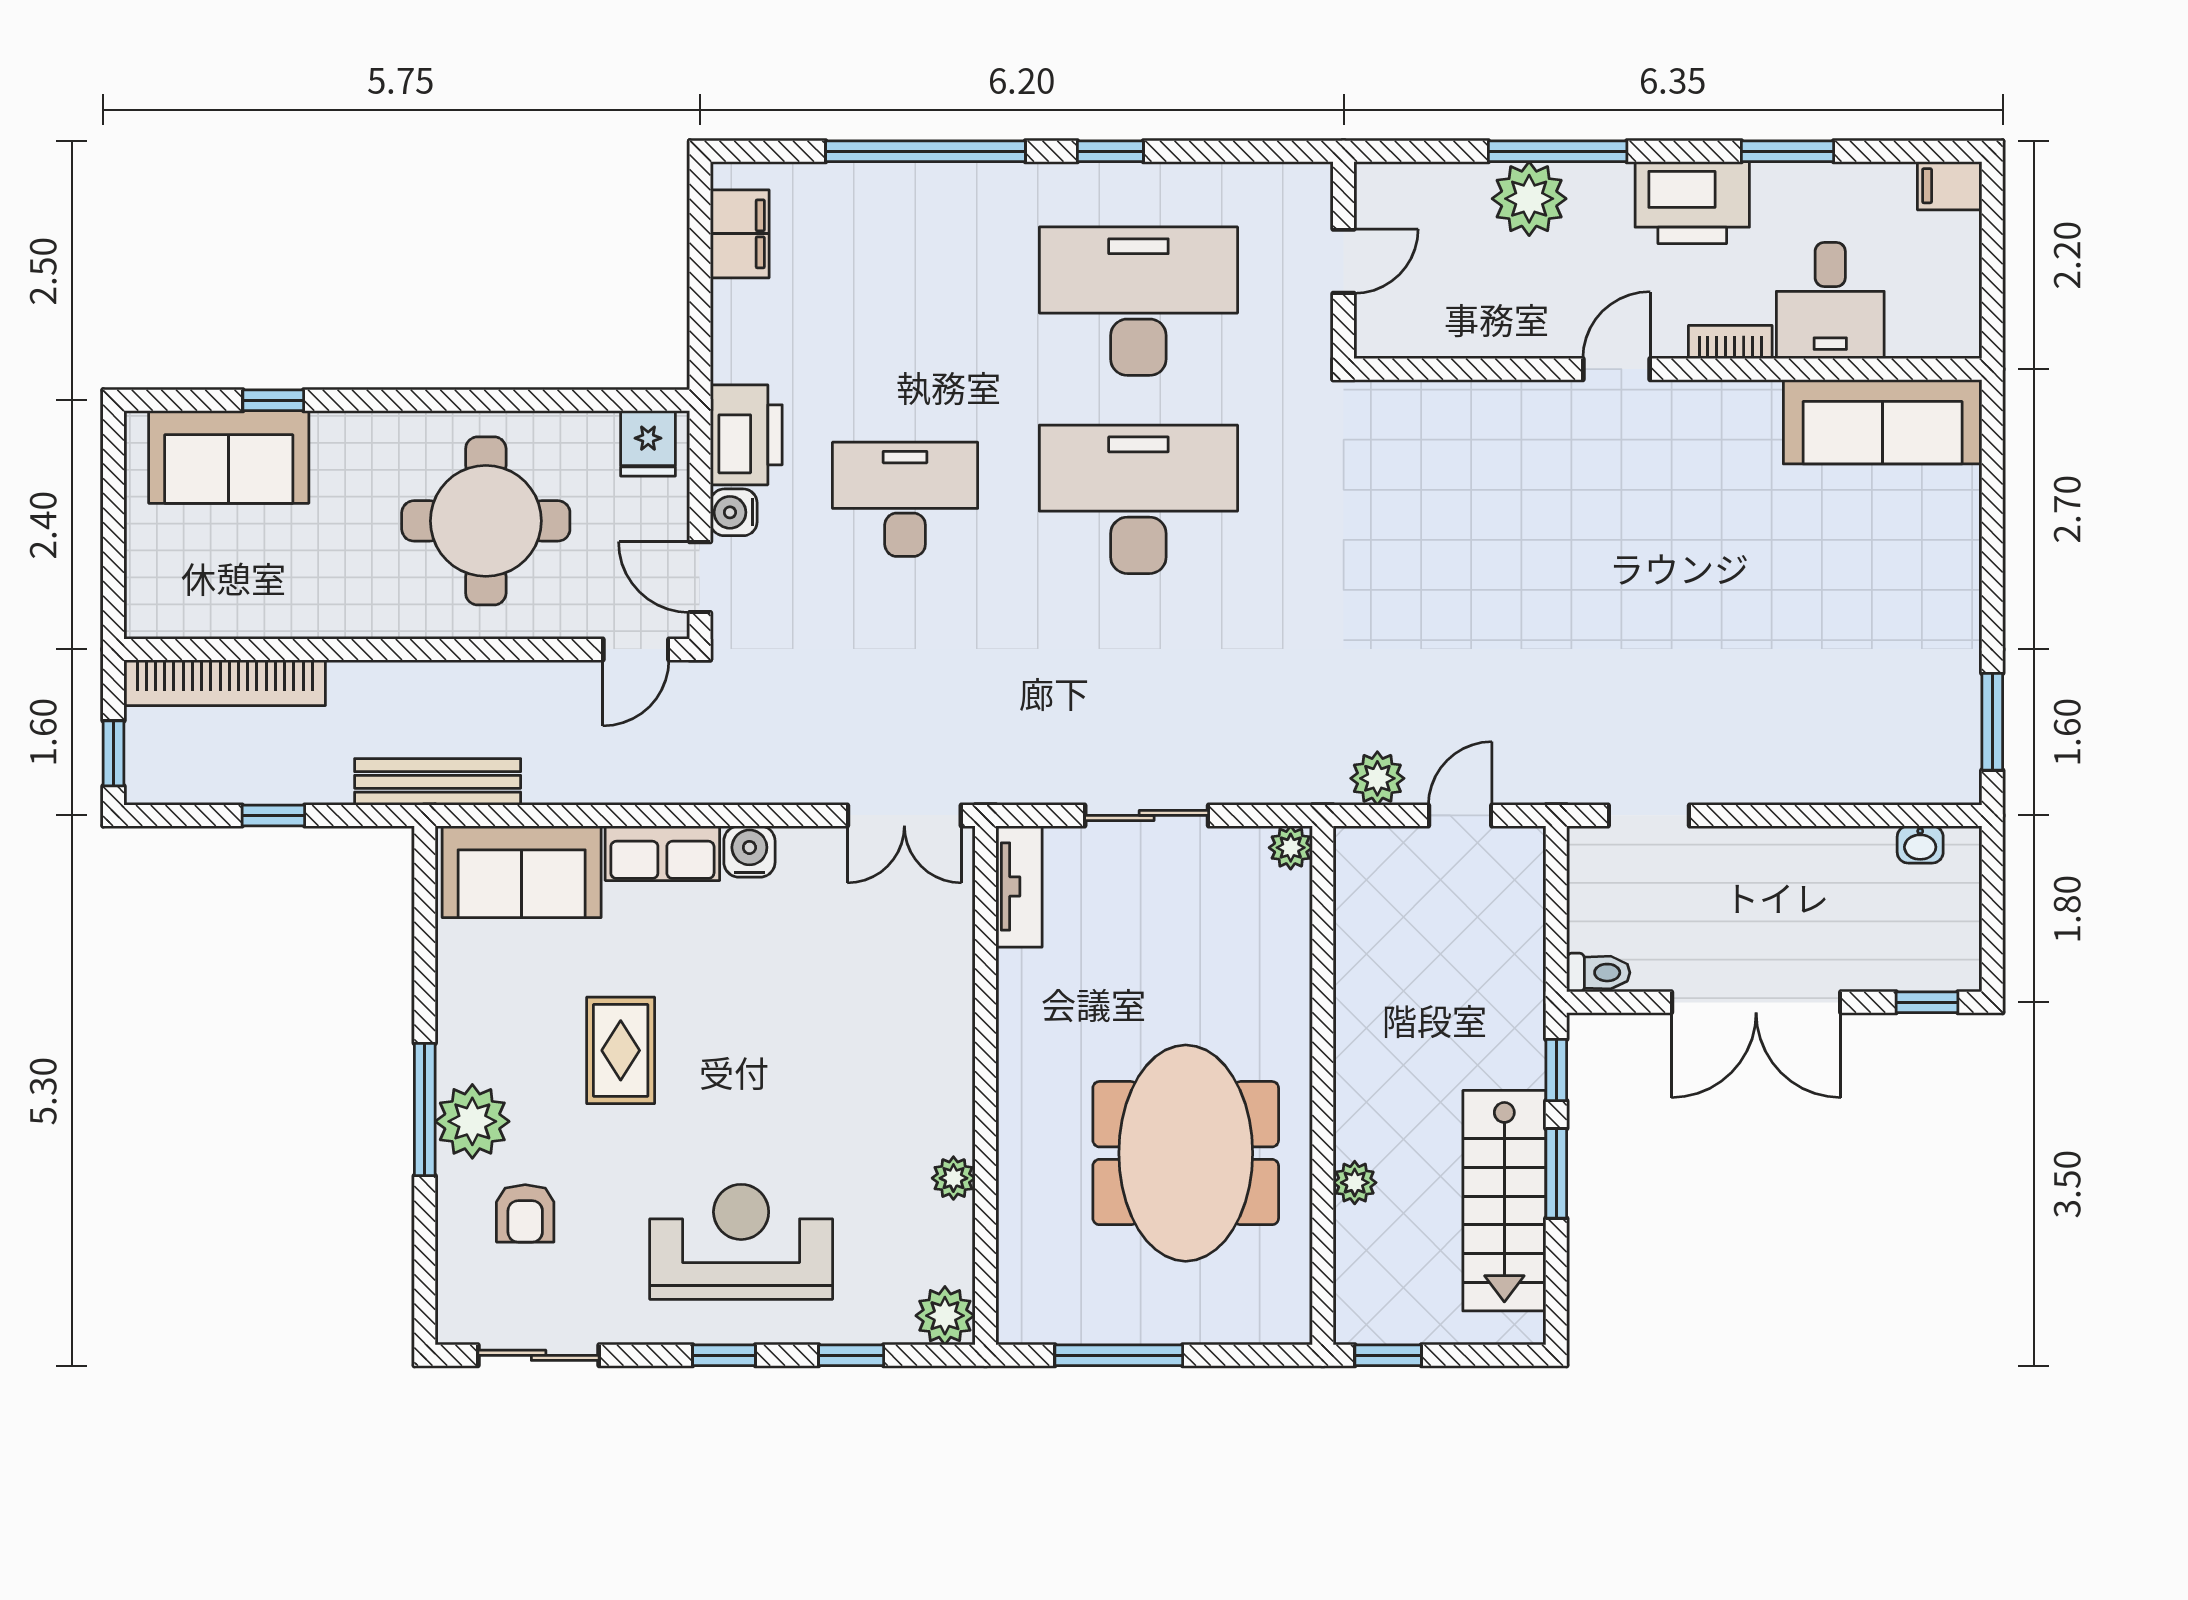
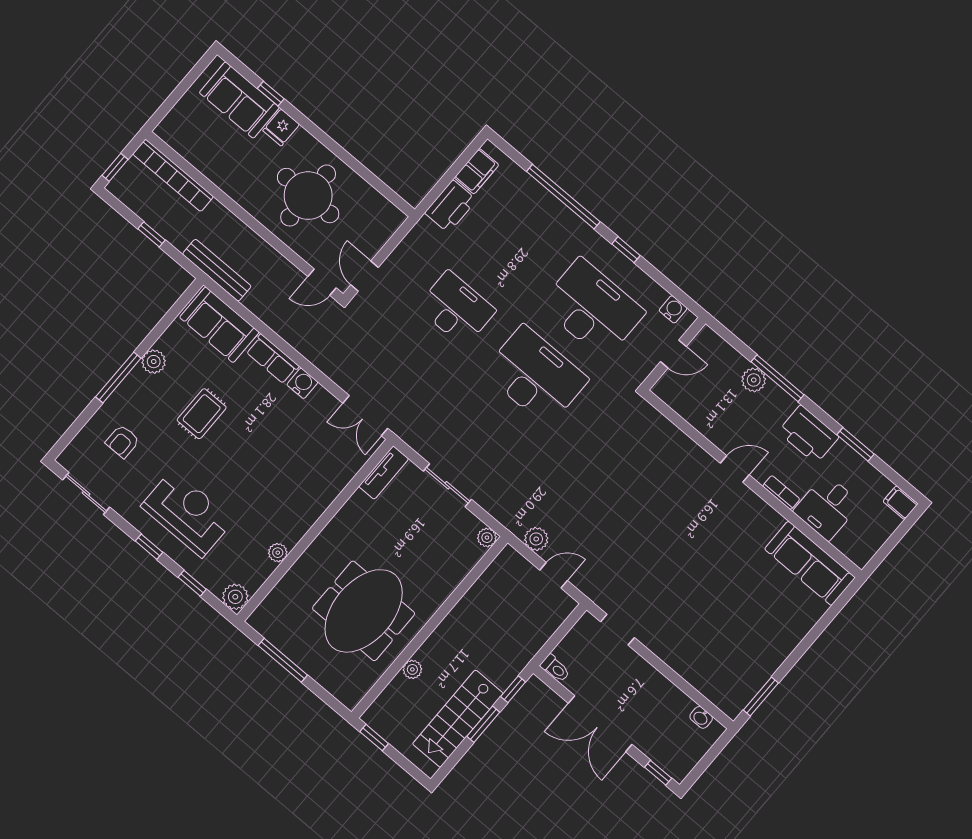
plant: (1529, 199) -> (754, 380), width x0.73, depth x0.73
printer: (746, 435) -> (451, 206), moved
fridge: (648, 443) -> (281, 128), moved
water cooler: (734, 512) -> (673, 309), moved, turned 90
plant: (472, 1121) -> (154, 362), moved, width x0.73, depth x0.73

